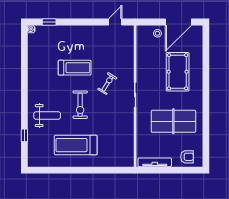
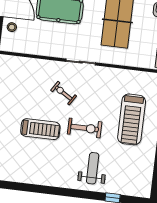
treadmill: (75, 68) -> (40, 129), turned 90
treadmill: (76, 145) -> (132, 119), moved

